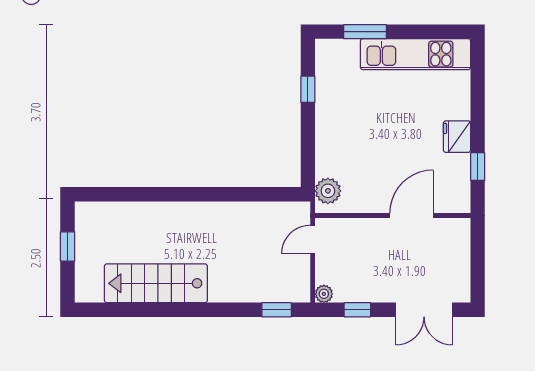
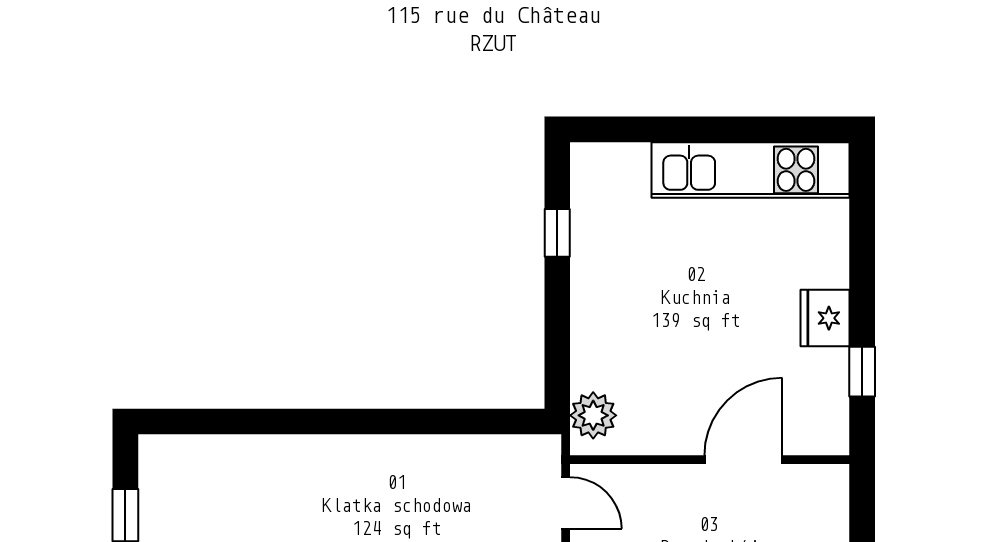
window: (365, 32) -> (660, 129), removed
door: (313, 240) -> (566, 503), swing flipped

